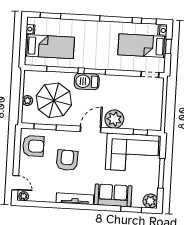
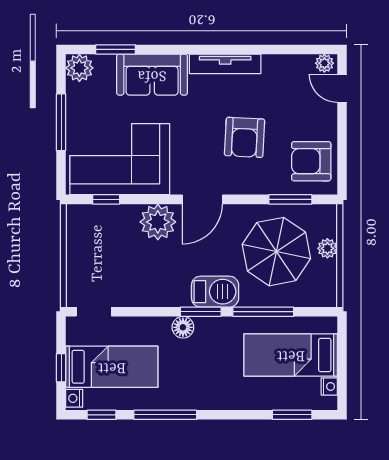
floor lamp: (104, 64) -> (183, 327), added

